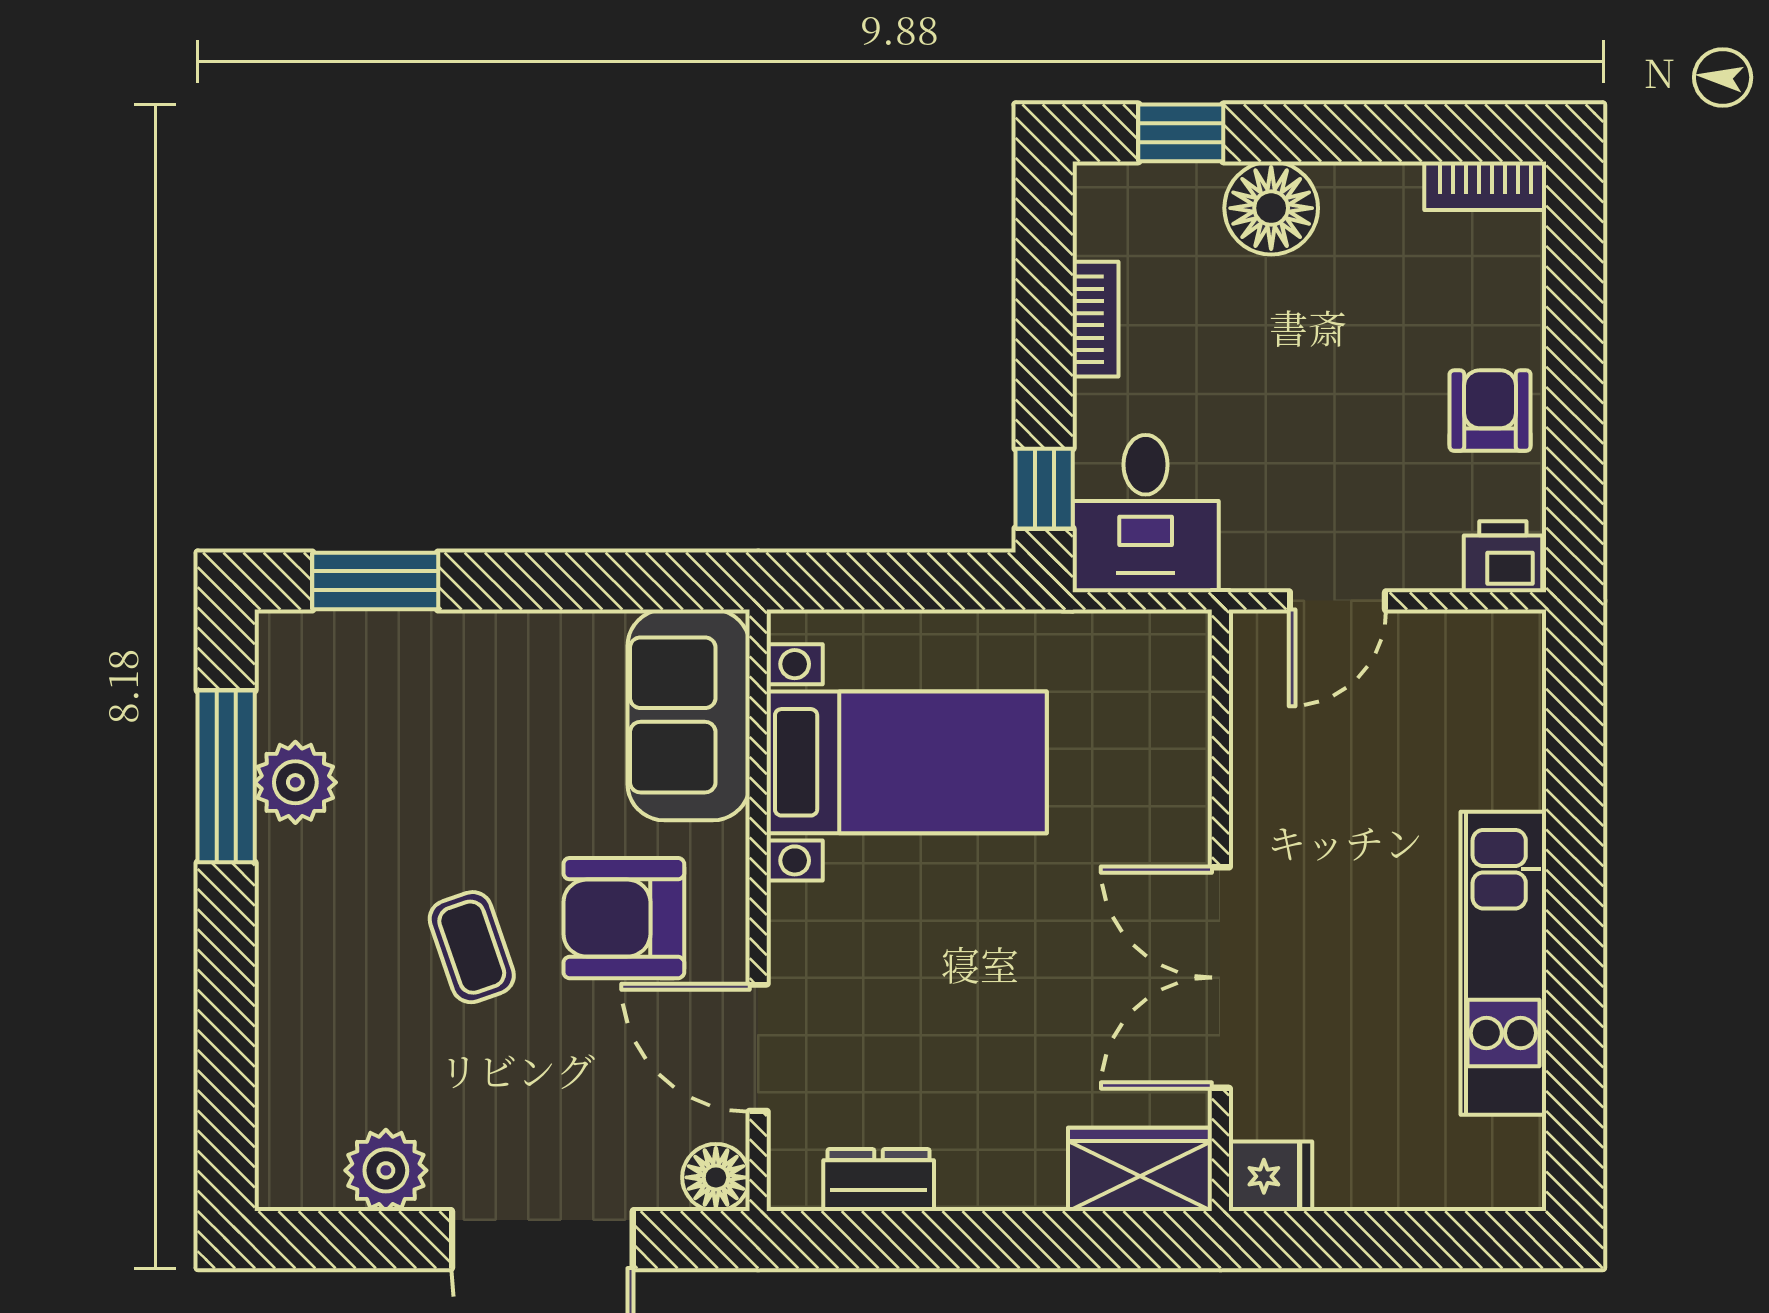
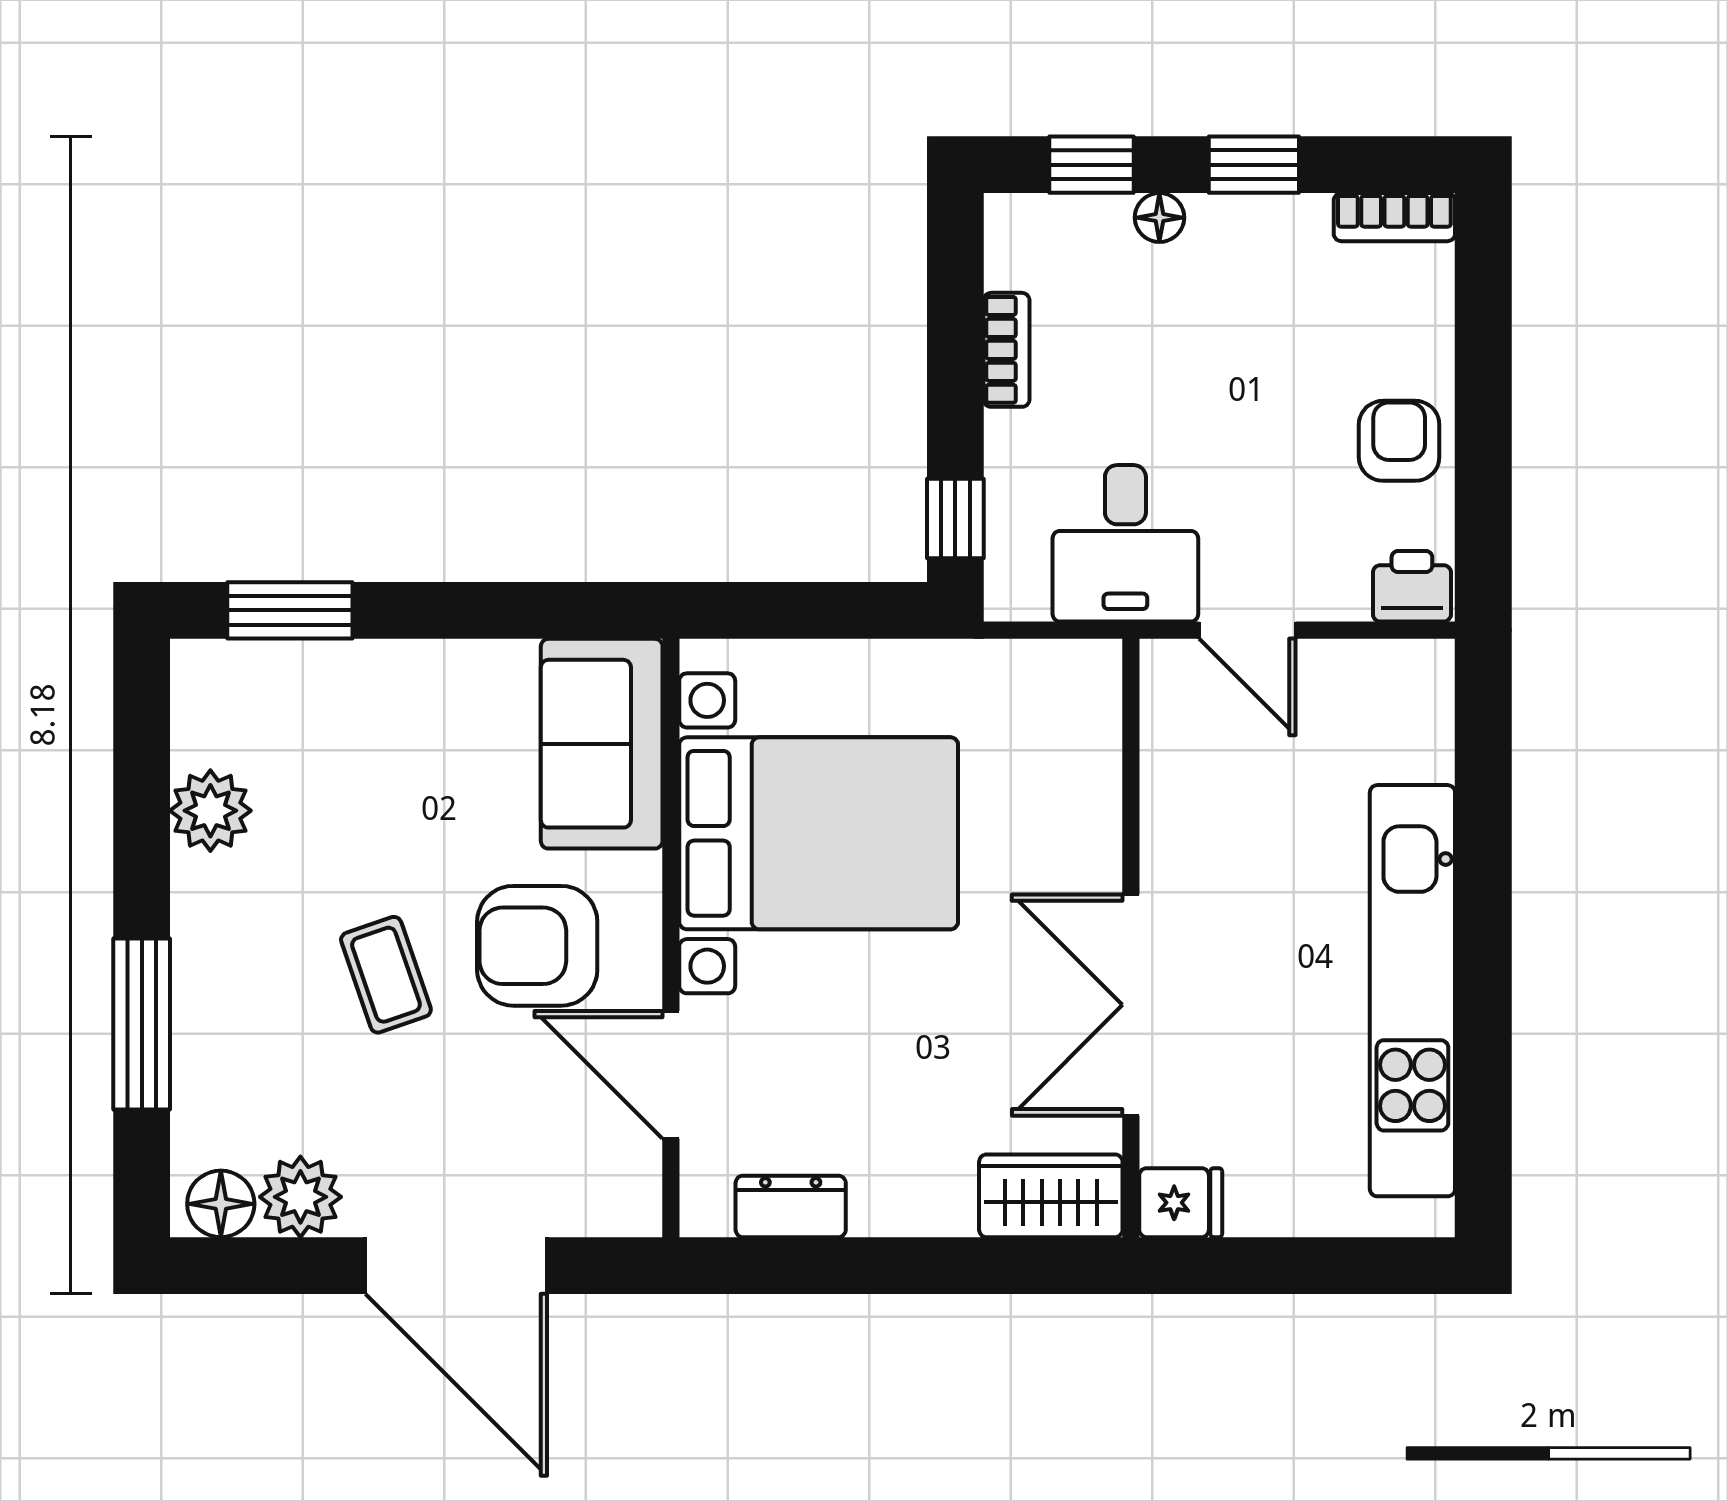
window: (1344, 133) -> (1254, 165), added
floor lamp: (1271, 208) -> (1159, 218), width x0.53, depth x0.53
desk: (1146, 514) -> (1125, 543), moved
door: (1337, 601) -> (1247, 630), hinge flipped
bed with nightstands: (907, 762) -> (819, 833), width x1.36
window: (226, 776) -> (142, 1024), moved
kitchen unit: (1503, 963) -> (1412, 991), width x1.36
floor lamp: (716, 1177) -> (221, 1204), moved

